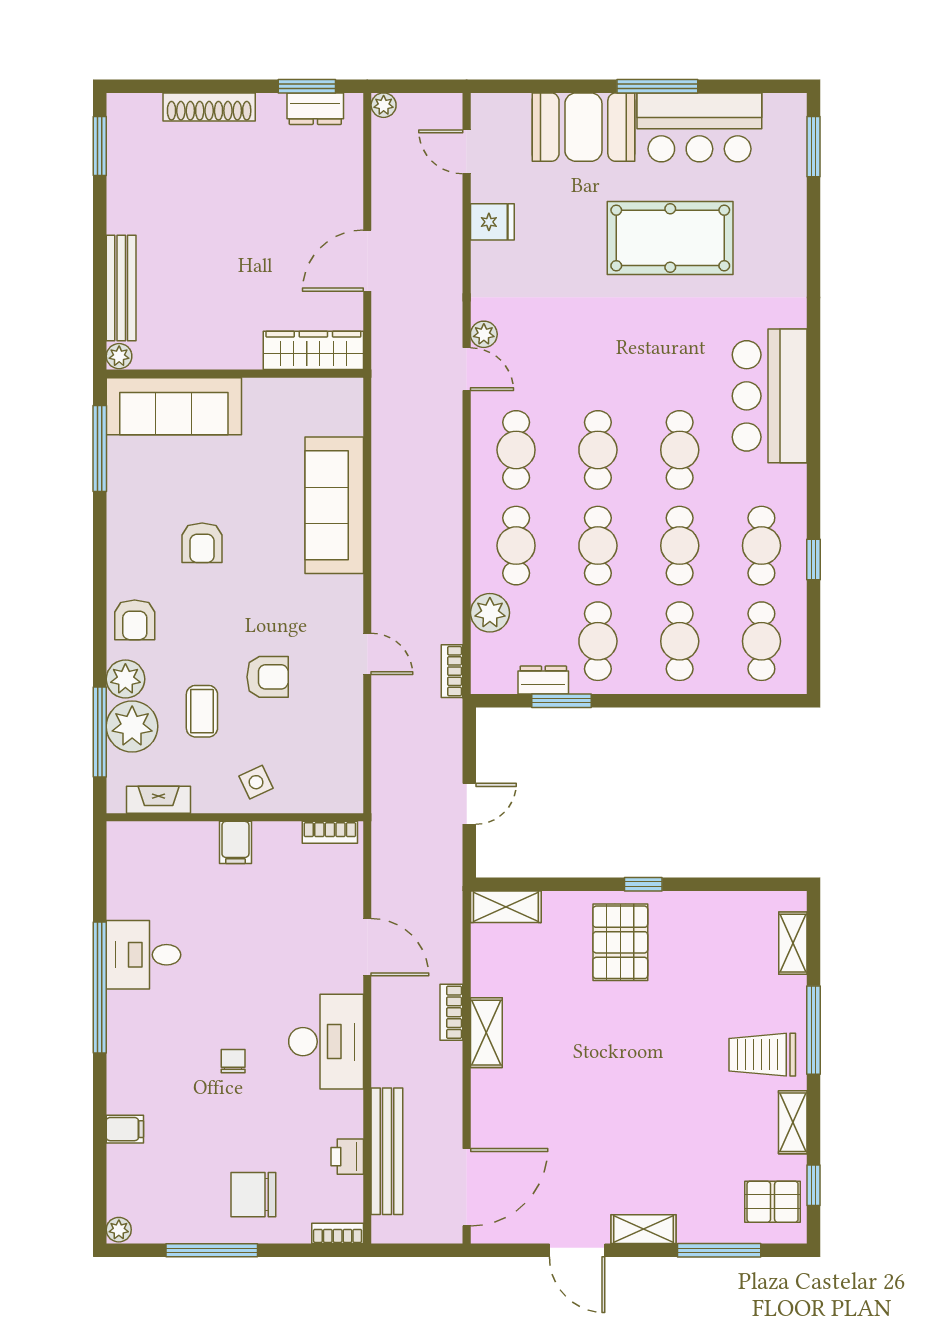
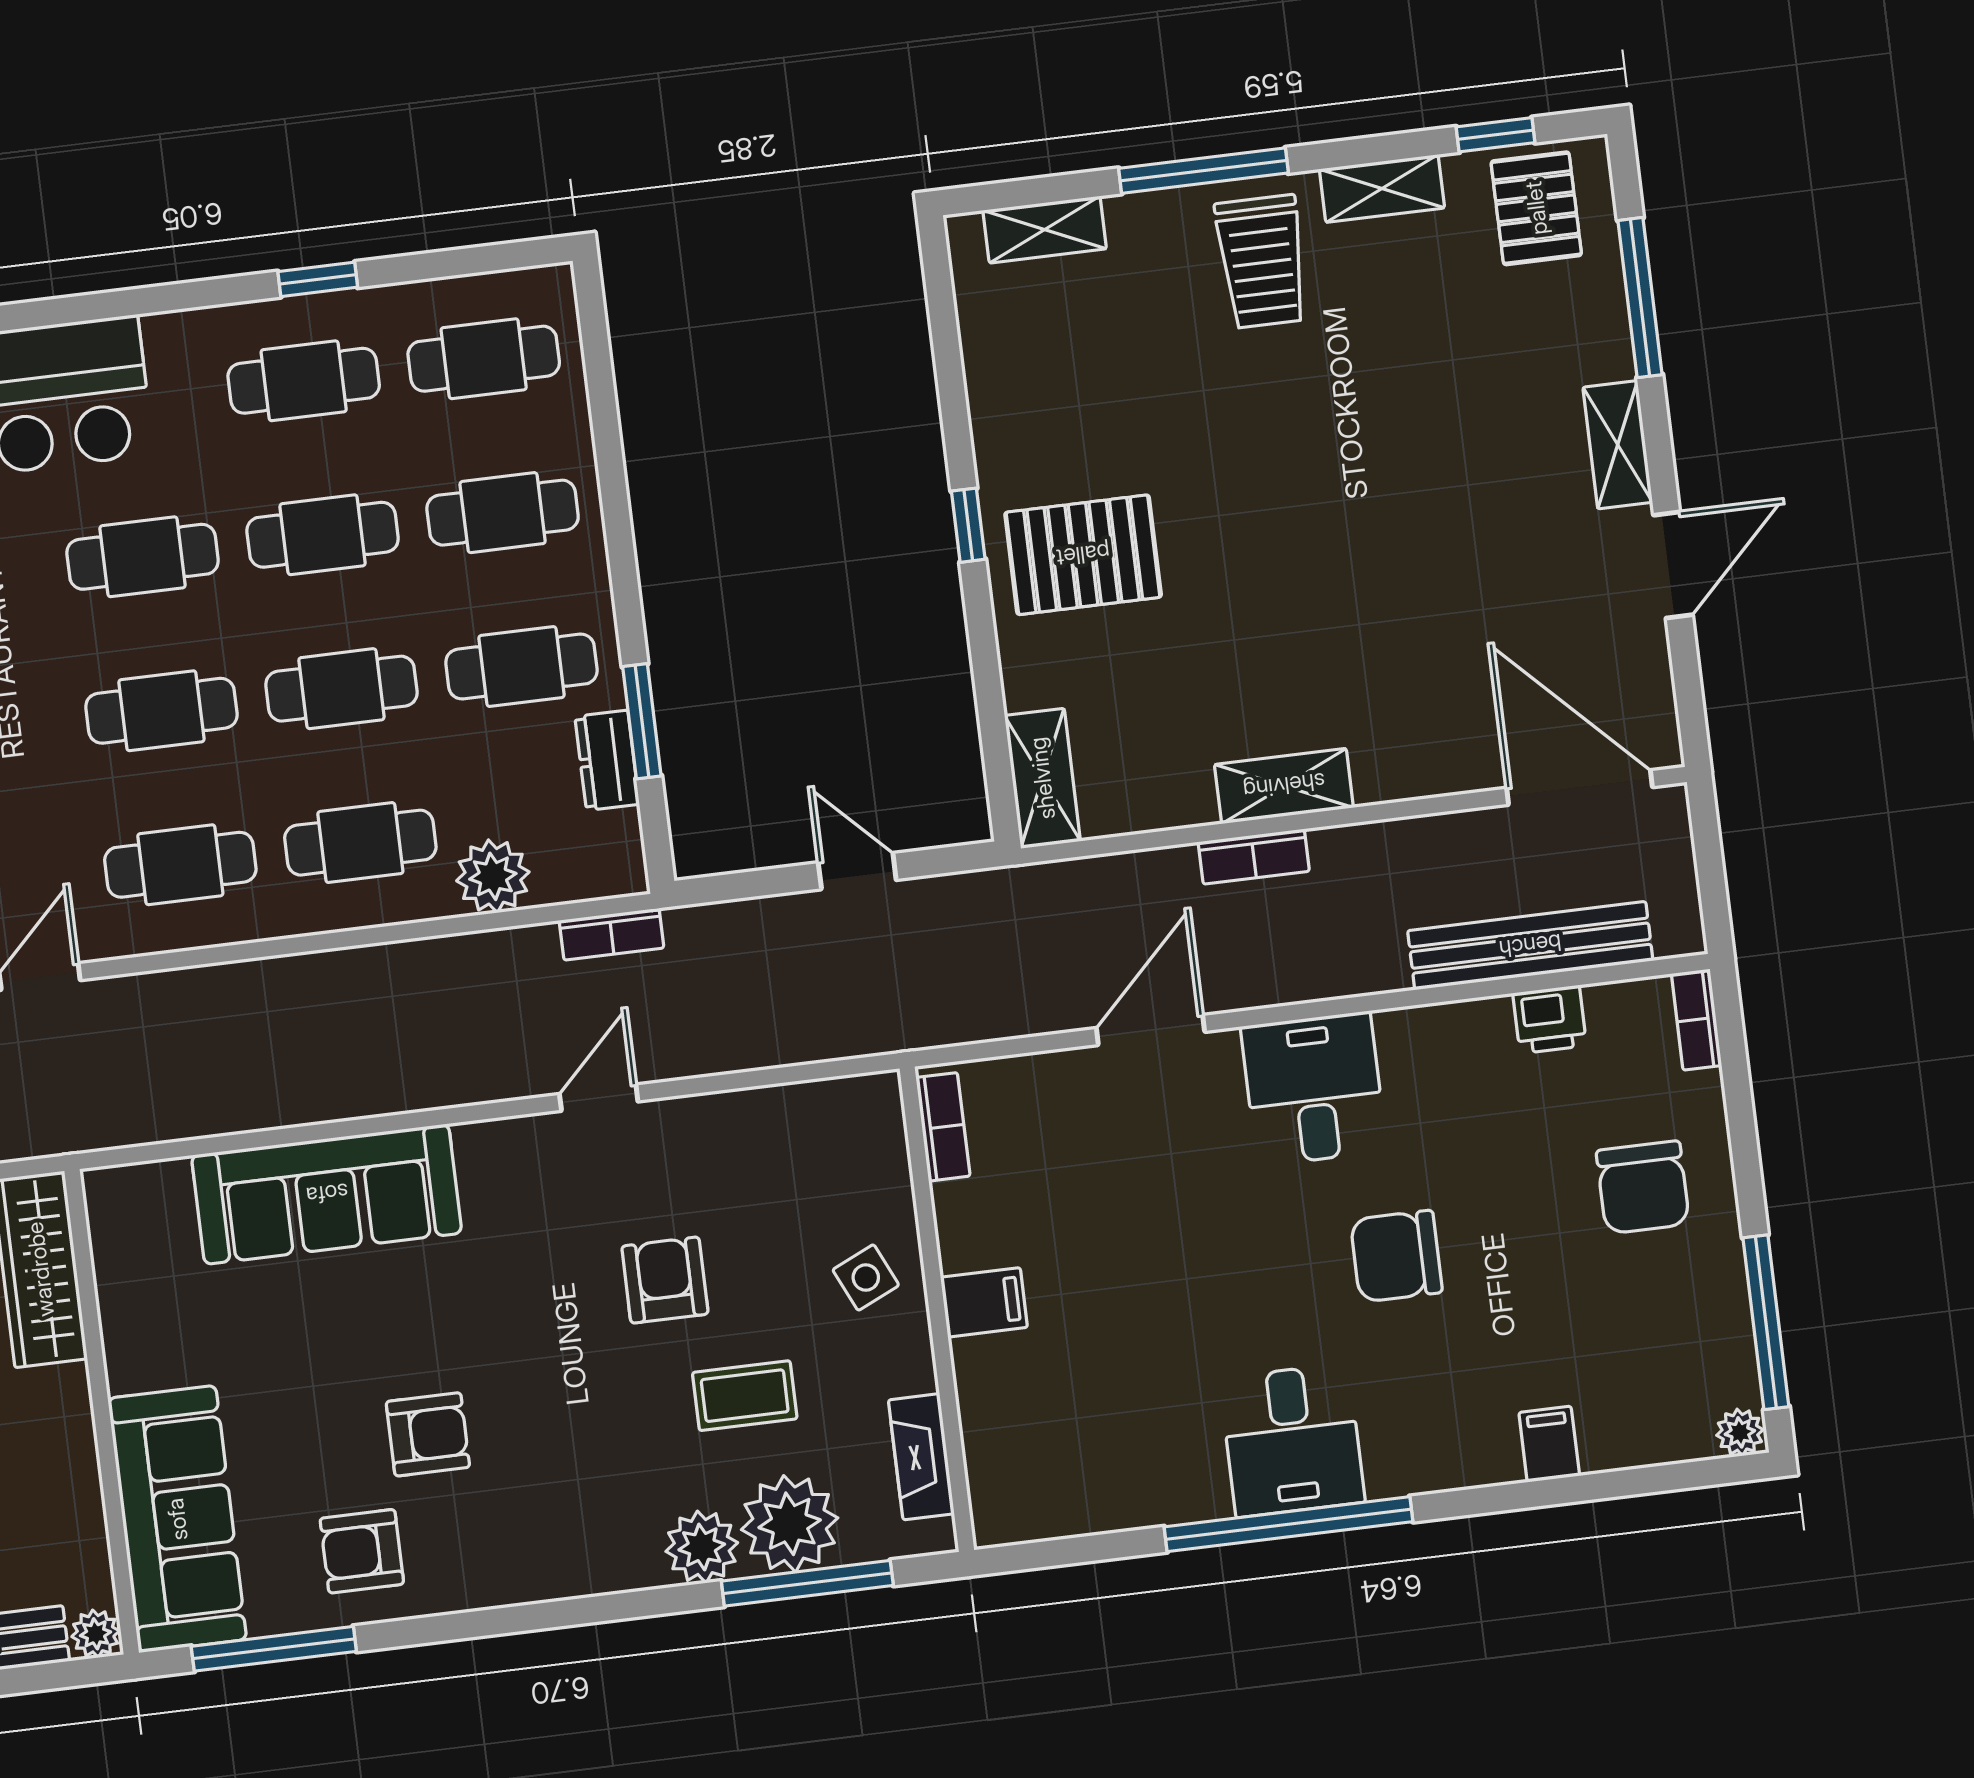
armchair: (135, 620) -> (362, 1551), moved, turned 180
desk: (143, 955) -> (1292, 1440), moved
desk: (326, 1042) -> (1314, 1089), width x0.73
chair: (233, 1061) -> (1396, 1256), width x1.87, depth x1.87
window: (212, 1250) -> (1766, 1322), moved

